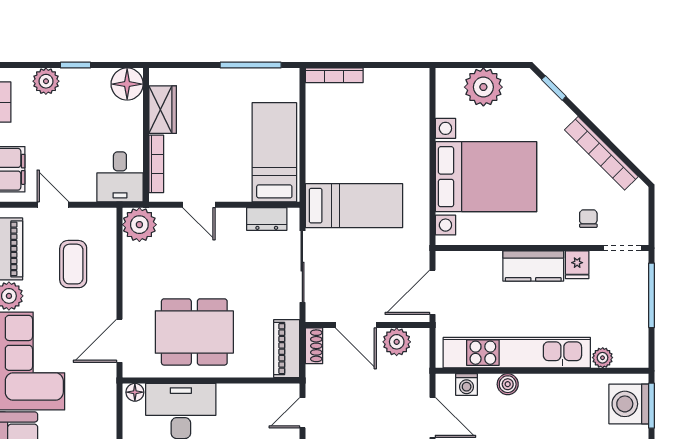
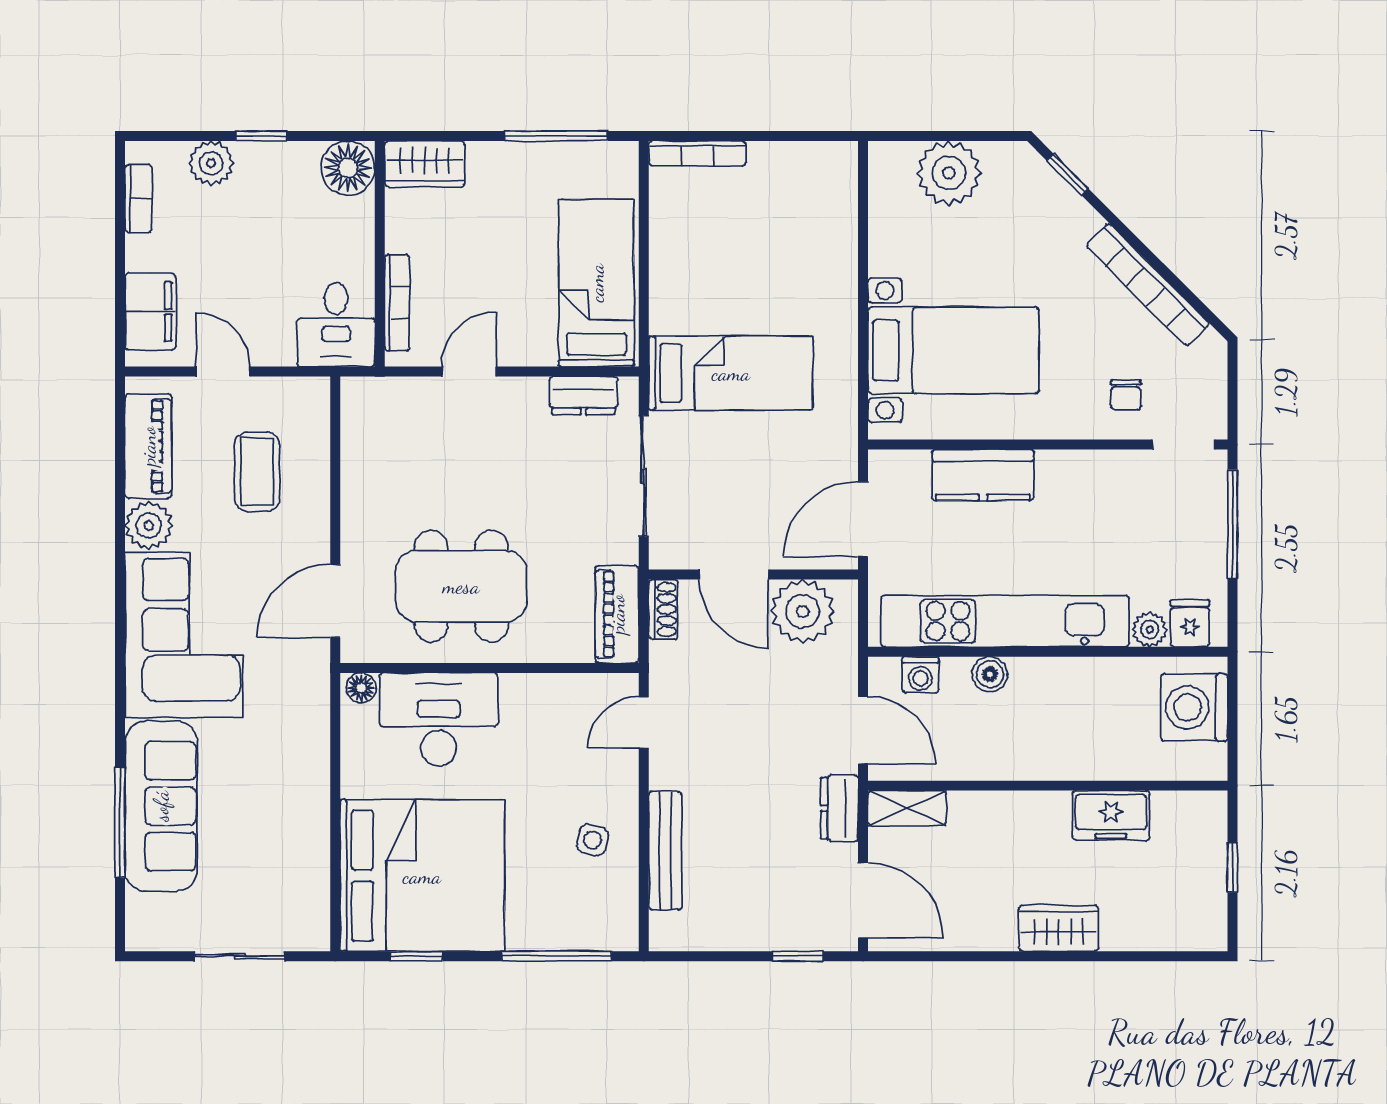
wardrobe: (163, 110) -> (425, 164), moved, turned 90
bed with nightstands: (486, 177) -> (953, 350), width x0.73
door: (199, 205) -> (469, 372), swing flipped
chair: (588, 219) -> (1126, 395), turned 180
plant: (139, 225) -> (369, 405), removed
fridge: (577, 265) -> (1190, 623), moved, turned 180
kitchen counter: (533, 266) -> (983, 475), moved
plant: (397, 342) -> (803, 611), width x1.36, depth x1.36
window: (652, 406) -> (1232, 710), removed

